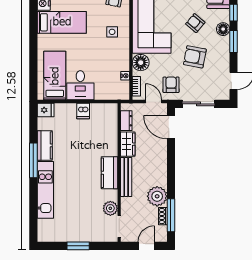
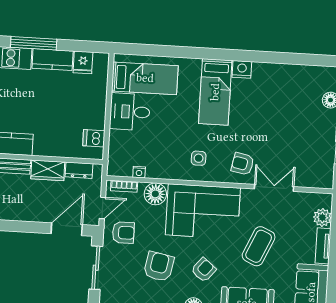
fridge: (46, 110) -> (83, 62), moved
dishwasher: (83, 111) -> (94, 138), moved

